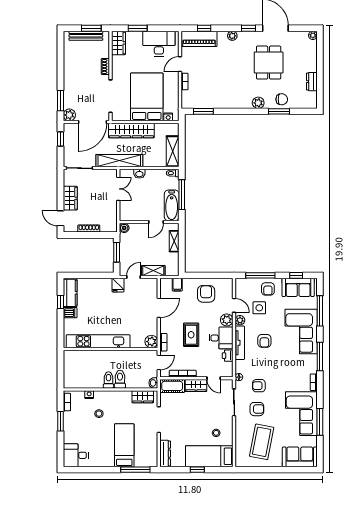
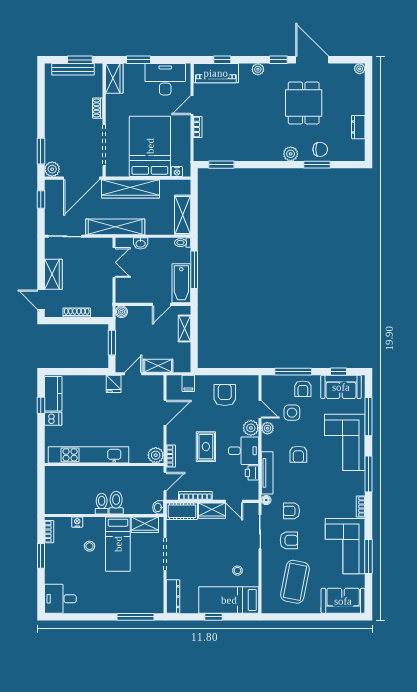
tv unit: (240, 343) -> (267, 473), moved
bed: (124, 445) -> (118, 544), moved, turned 180

